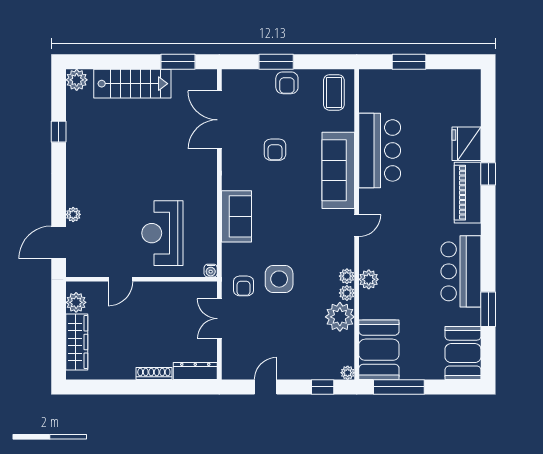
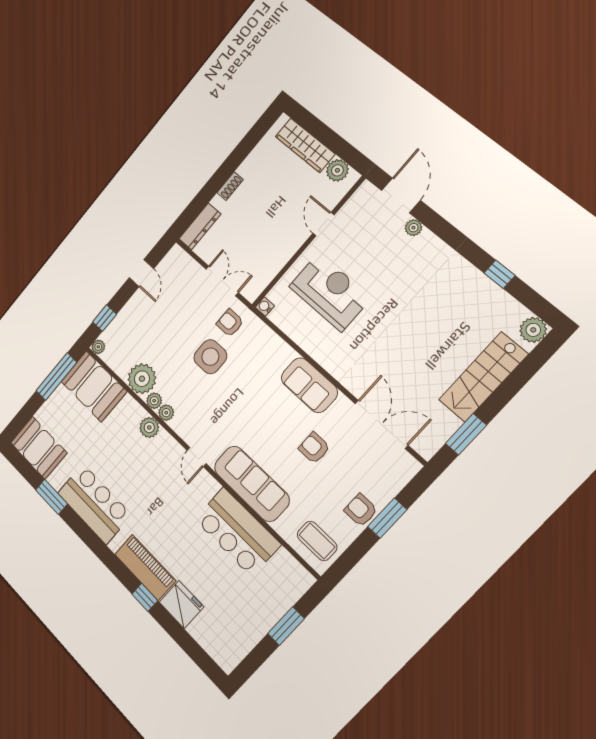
sofa: (236, 216) -> (309, 385), moved
shoe rack: (154, 374) -> (230, 186), width x0.70

